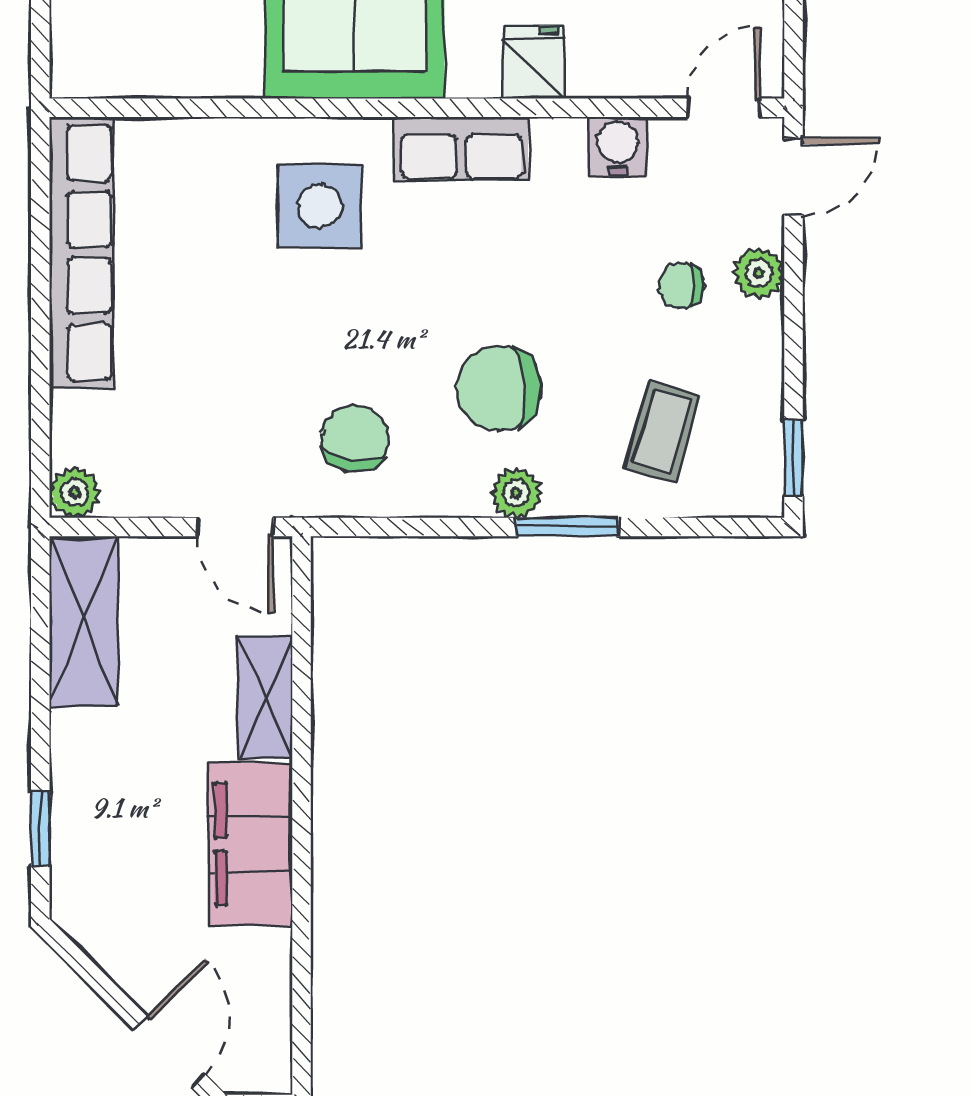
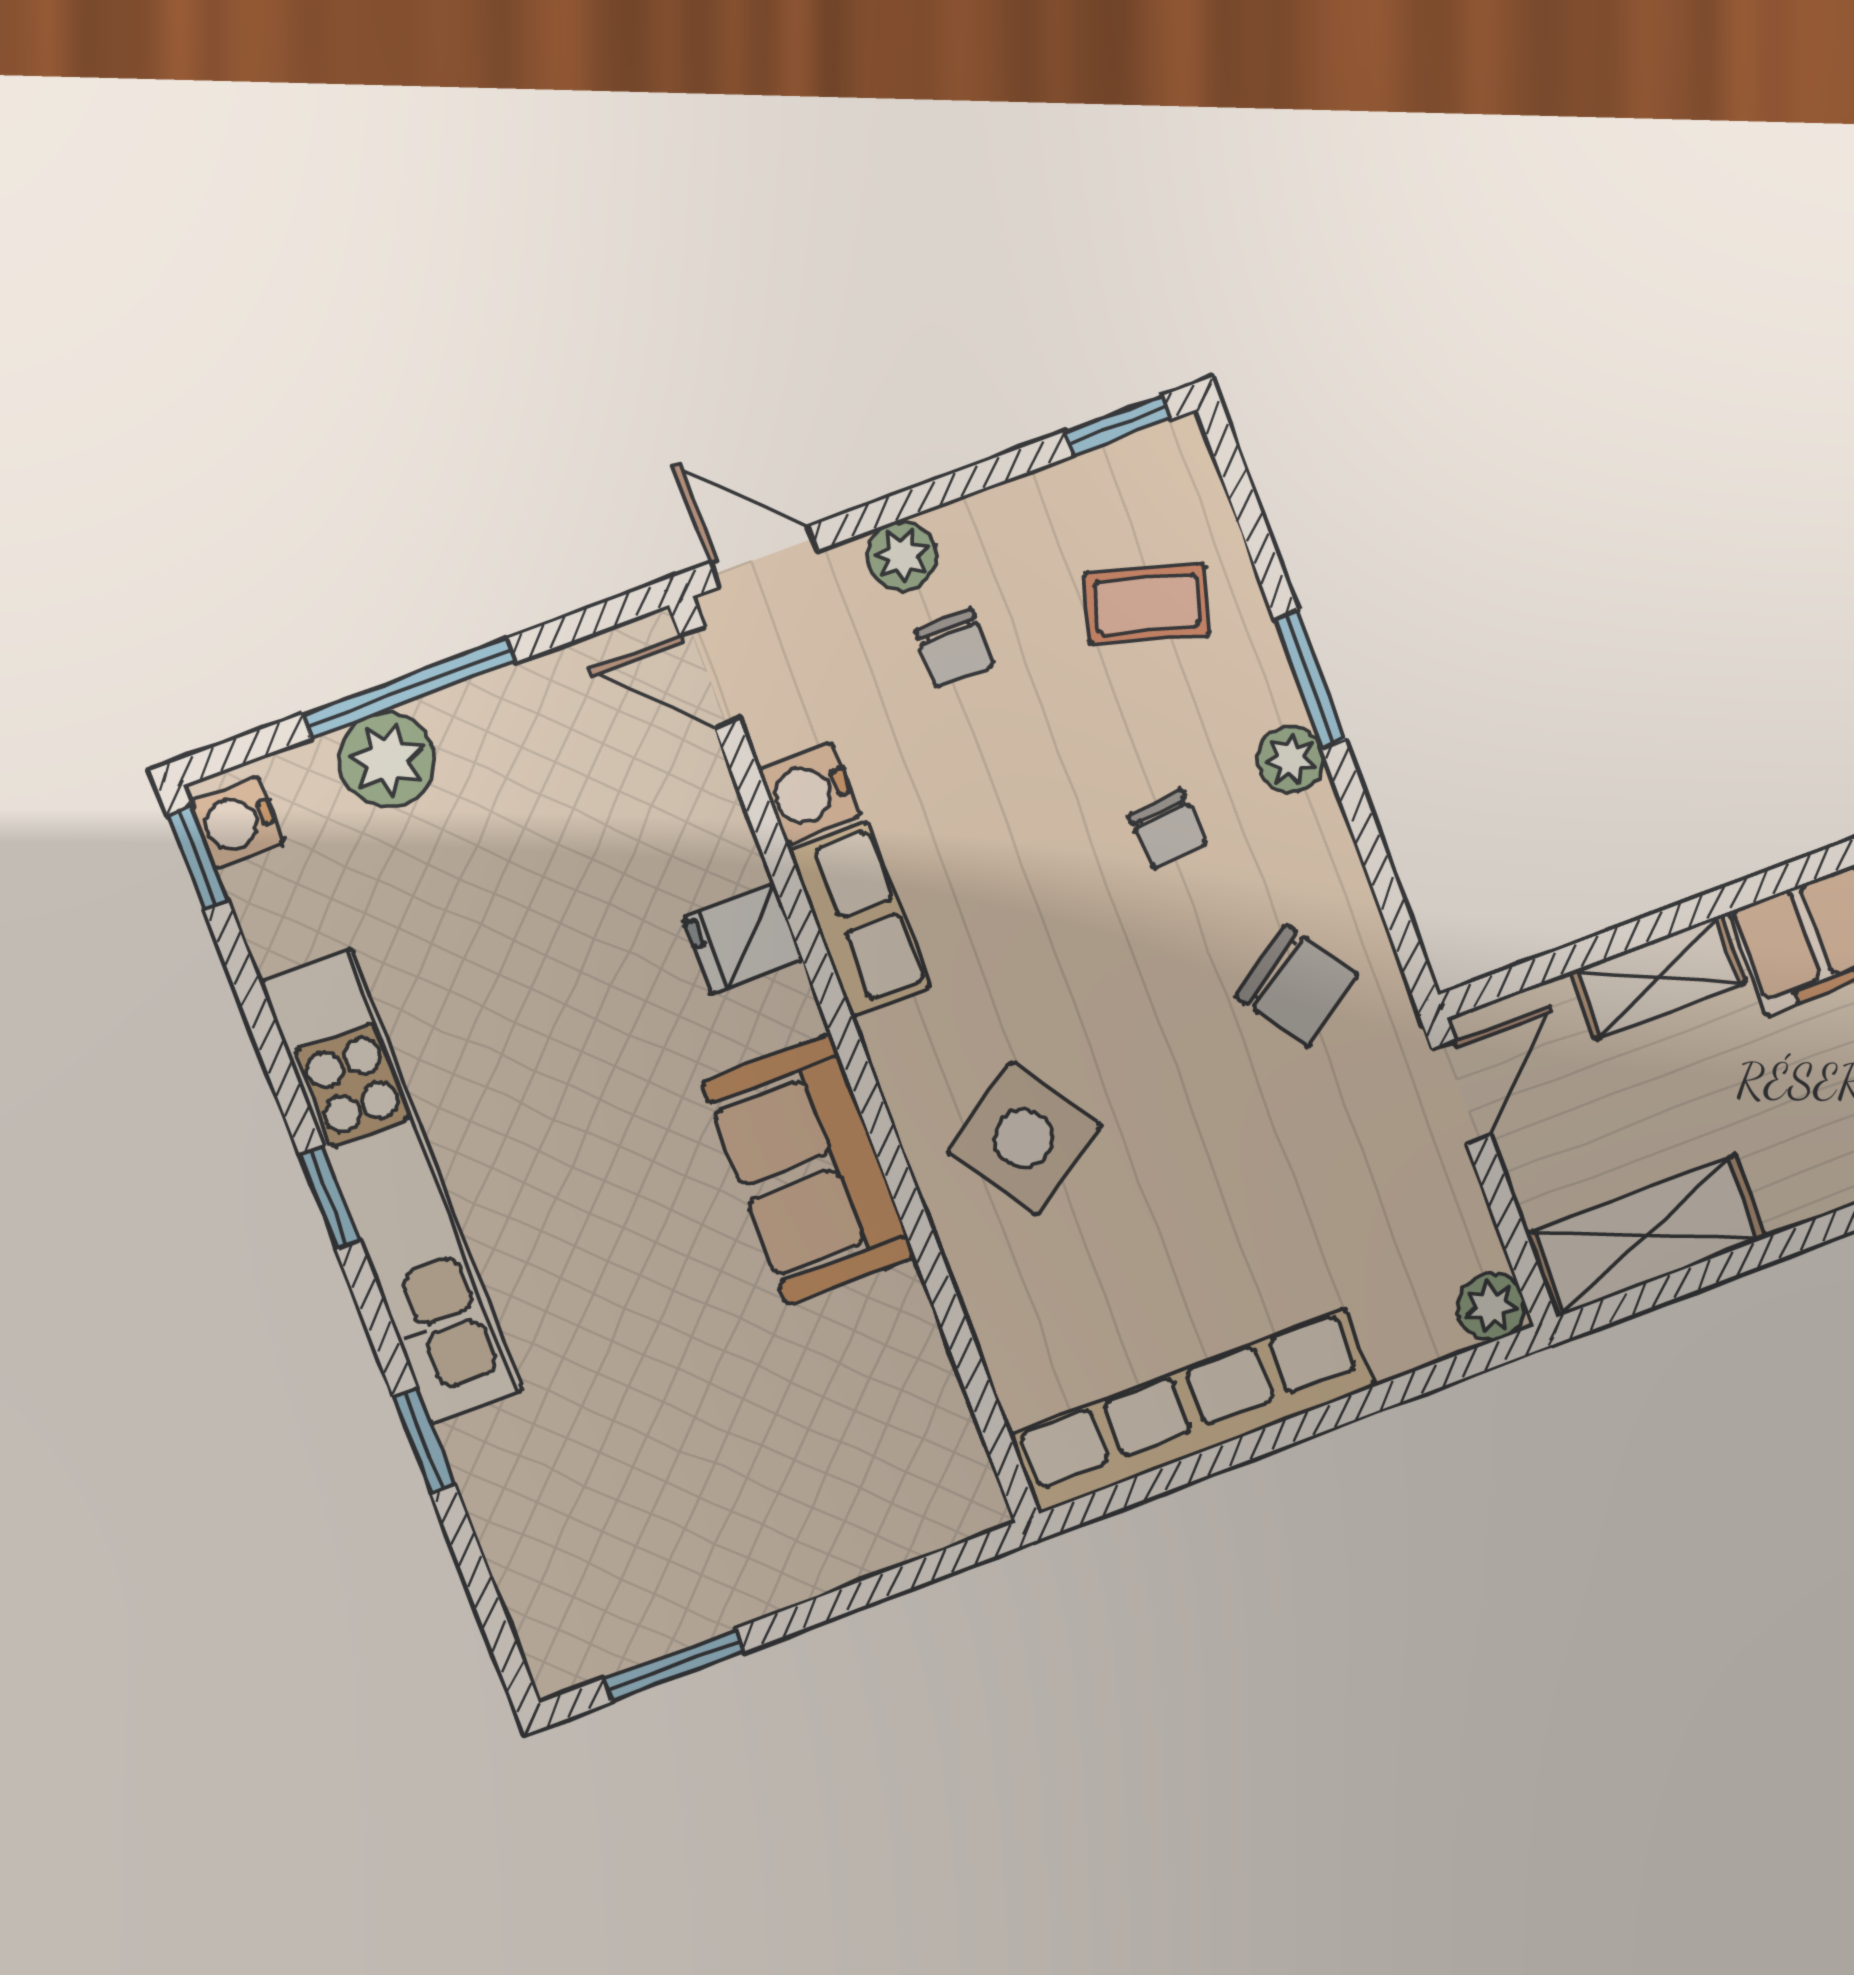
row of seats: (461, 149) -> (860, 919), moved
side table: (319, 206) -> (1024, 1139), turned -34
chair: (499, 388) -> (1168, 829), width x0.54, depth x0.54
chair: (355, 439) -> (1297, 986), turned -133

